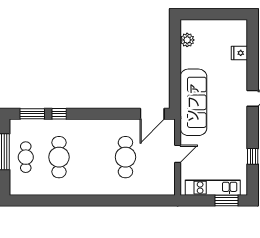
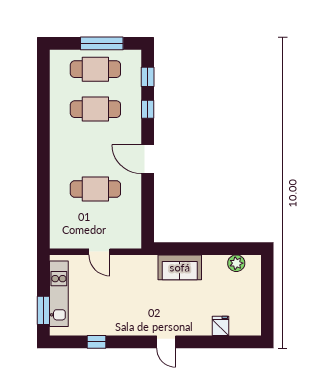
sofa: (193, 102) -> (180, 267), width x0.54, depth x0.79
window: (32, 114) -> (148, 77), width x0.67
door: (152, 114) -> (148, 159), moved
cafe table: (26, 157) -> (95, 69), width x1.37, depth x1.35

